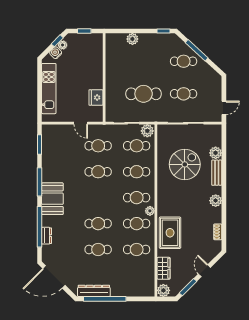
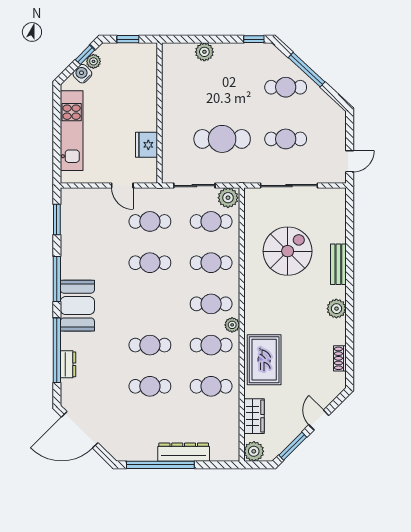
plant: (216, 153) -> (336, 233), removed
dresser: (94, 291) -> (184, 452), moved

